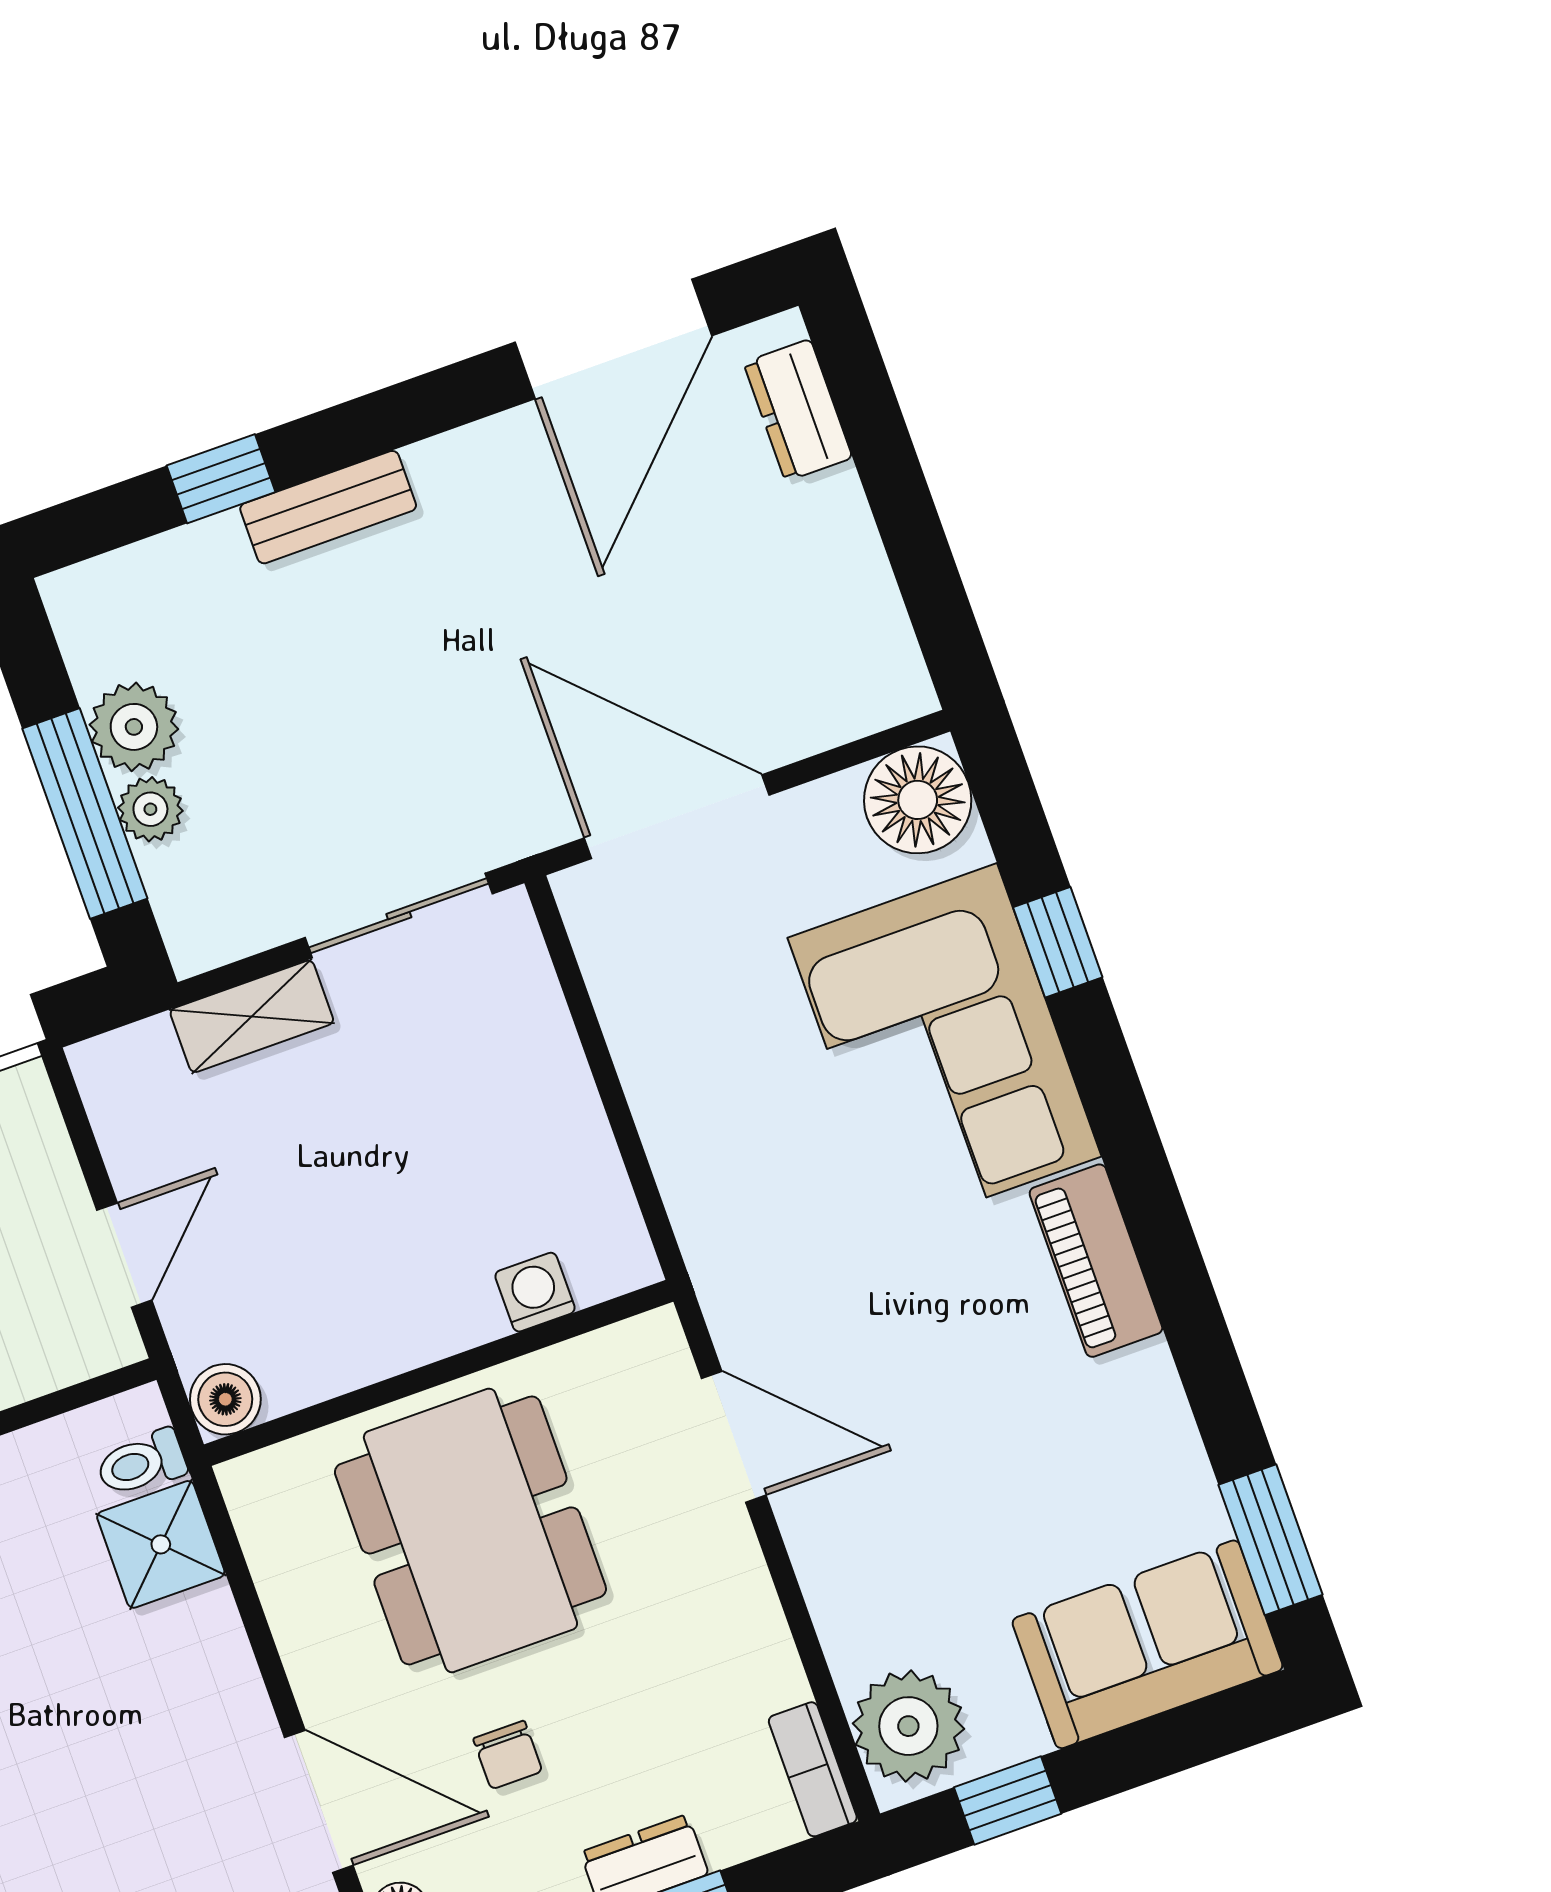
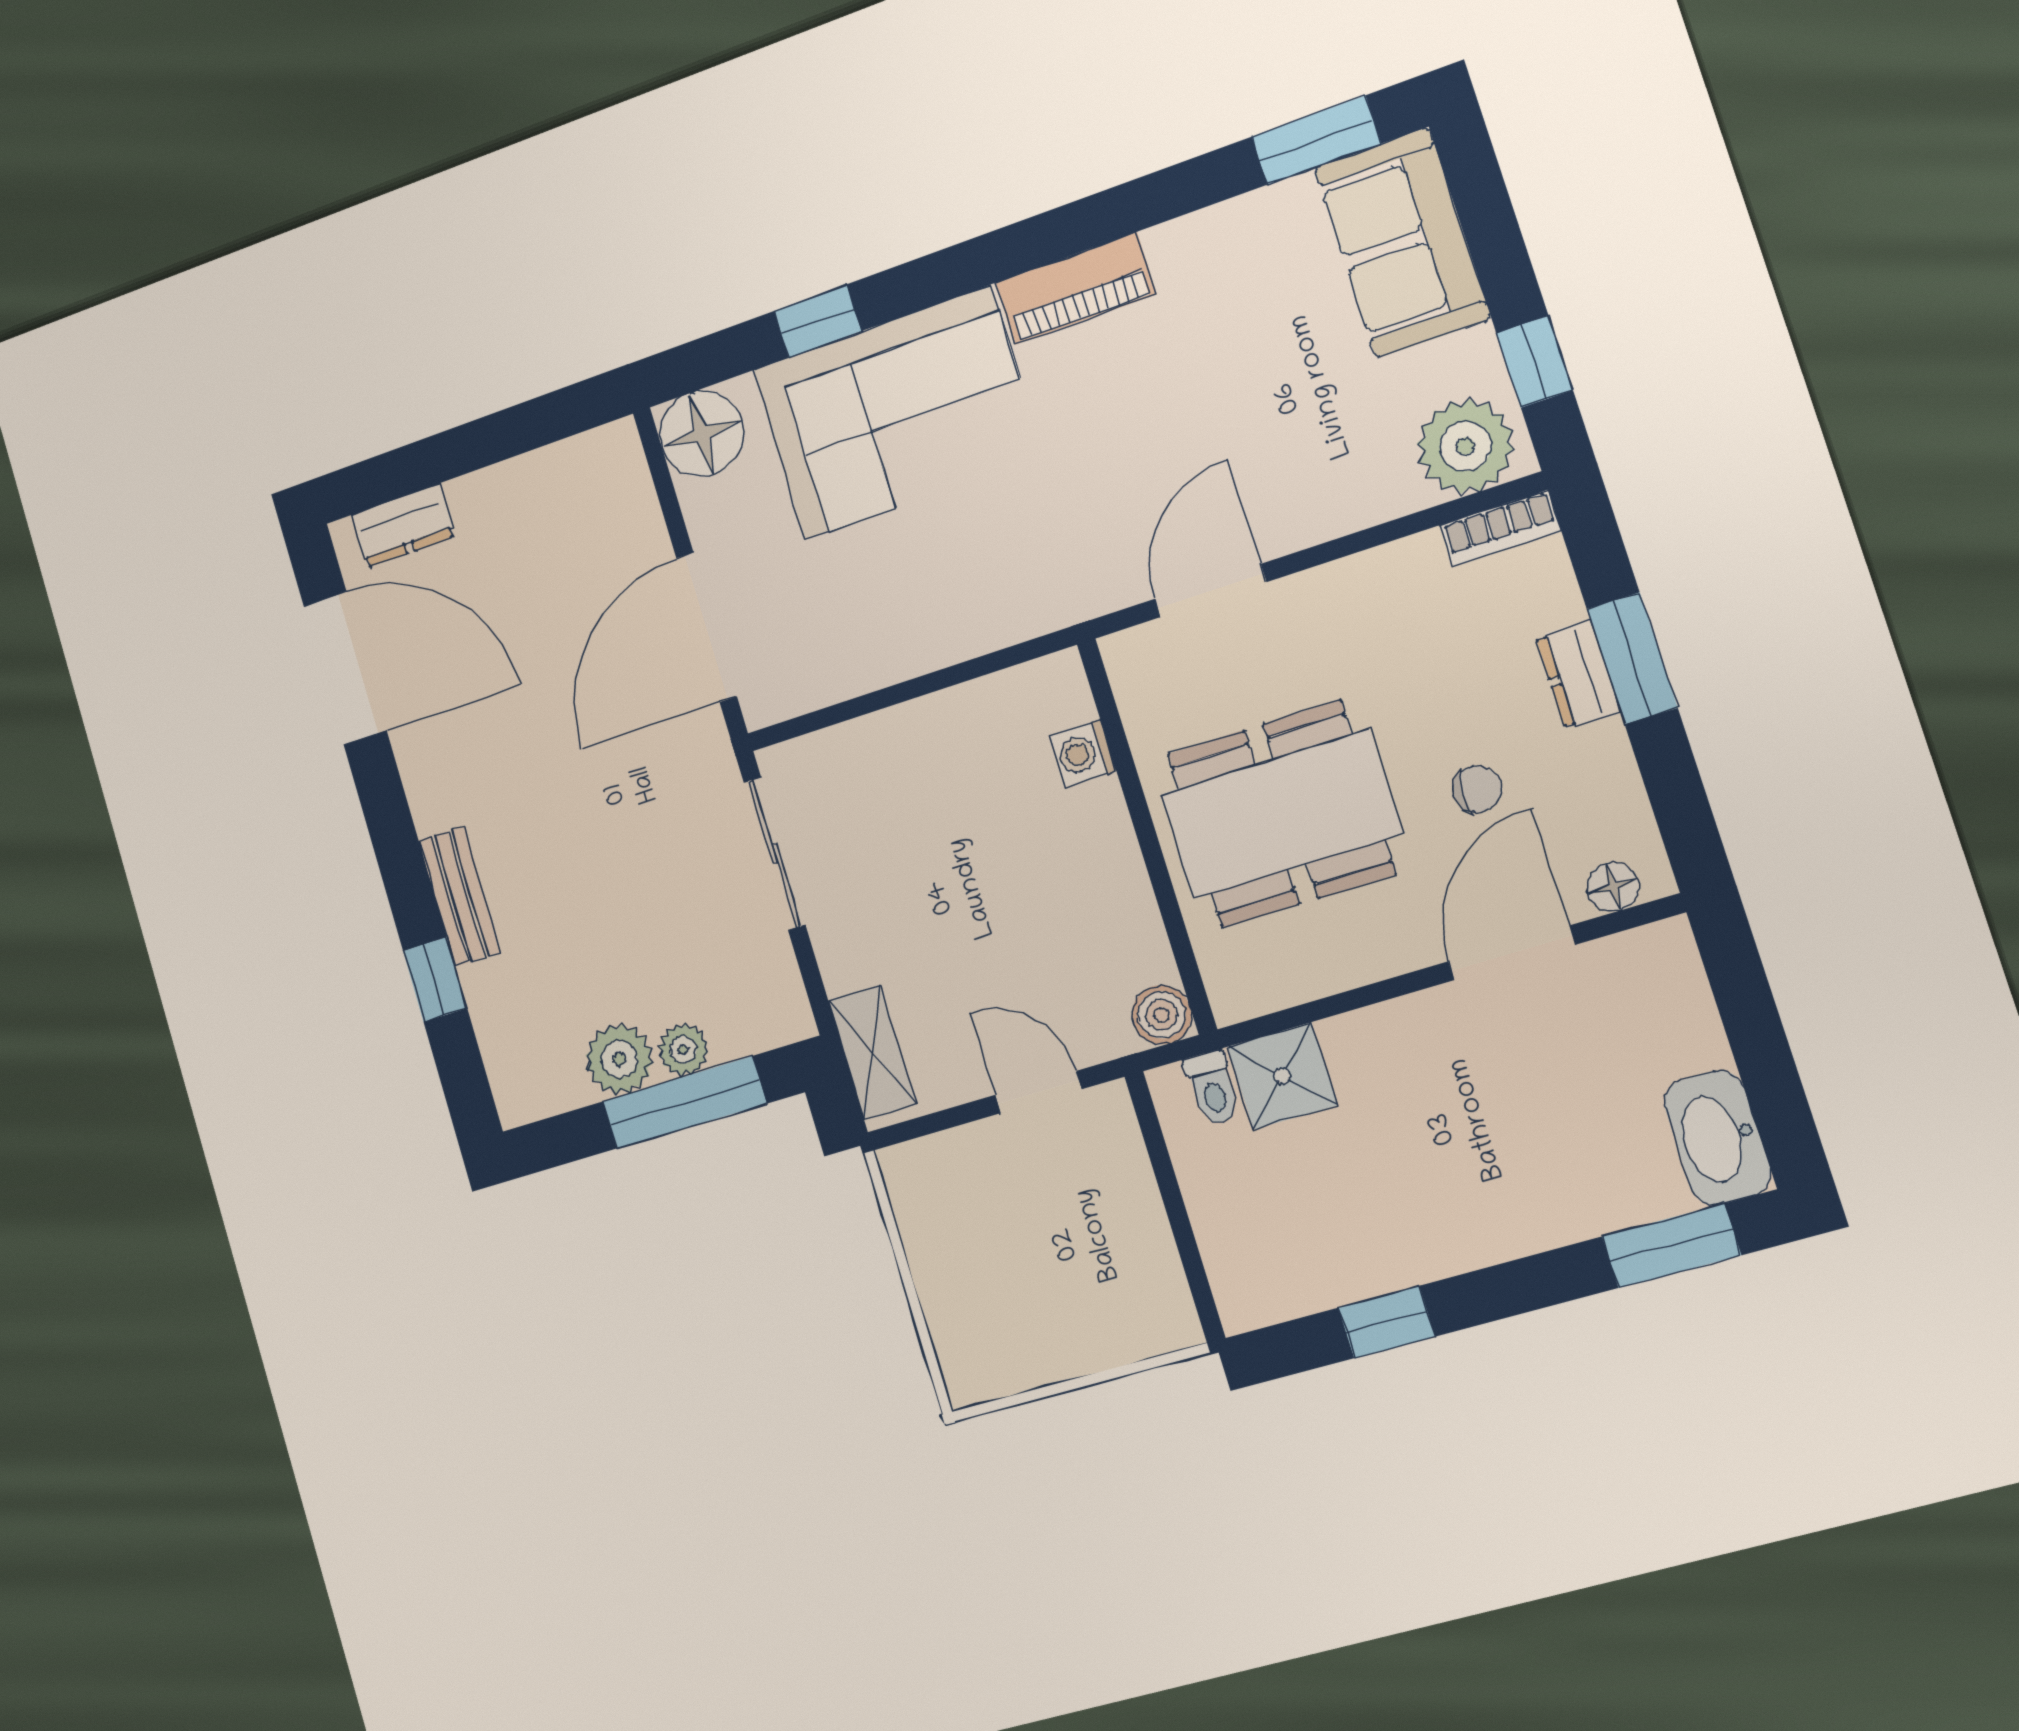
shelving: (252, 1016) -> (872, 1052), moved

